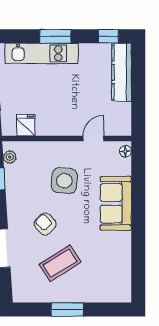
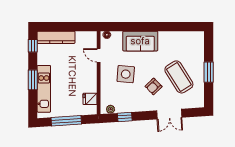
coffee table: (60, 263) -> (179, 77), width x1.36, depth x1.32

